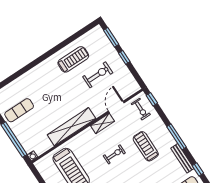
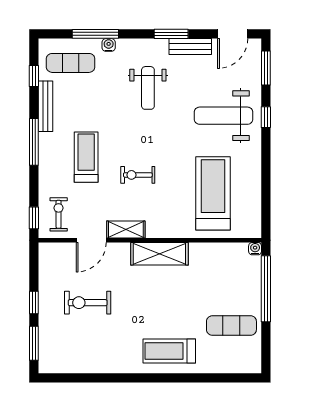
treadmill: (73, 59) -> (169, 351), moved
shelving: (71, 127) -> (159, 254), width x0.68
treadmill: (146, 146) -> (86, 157), turned 180

